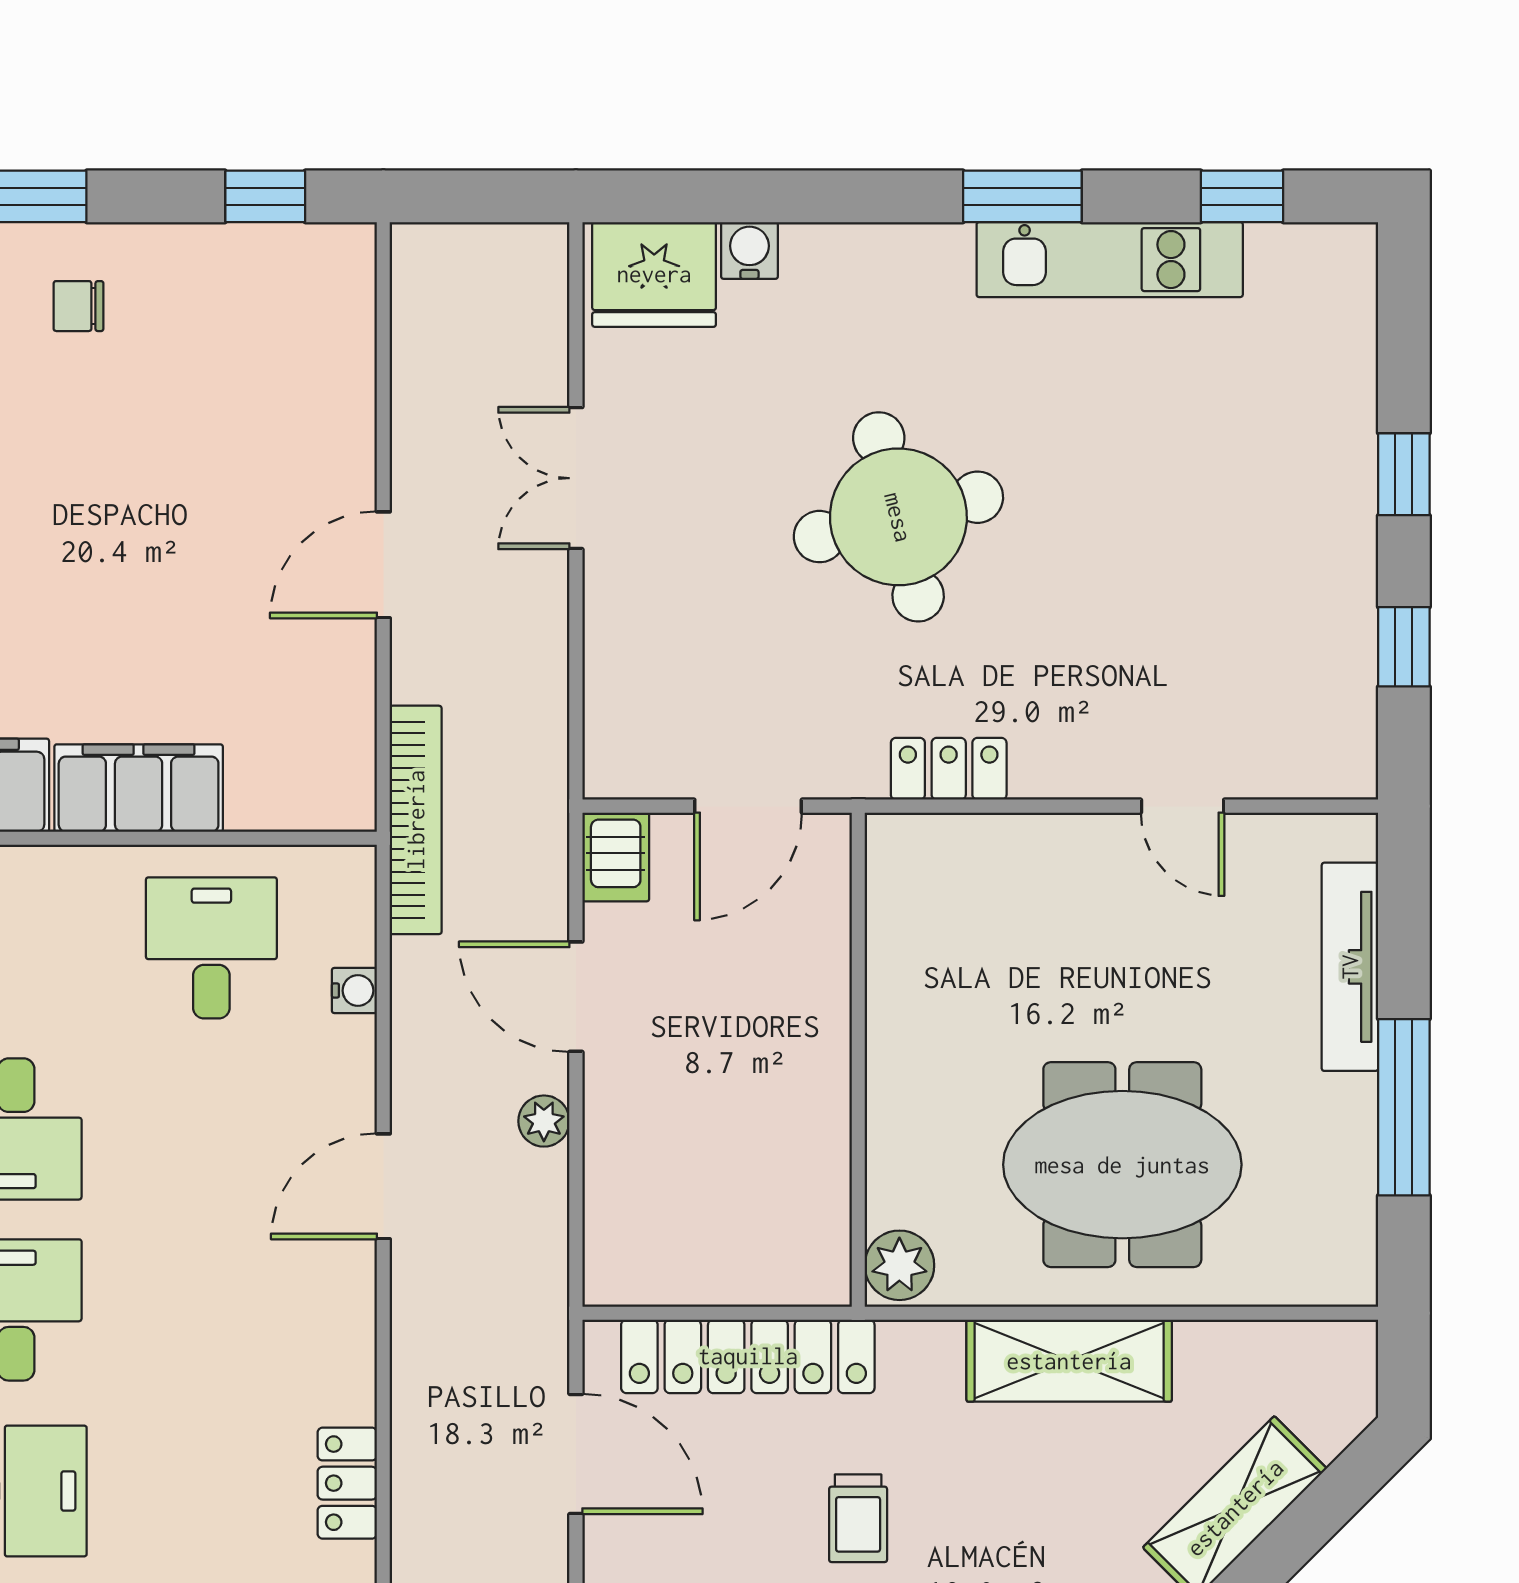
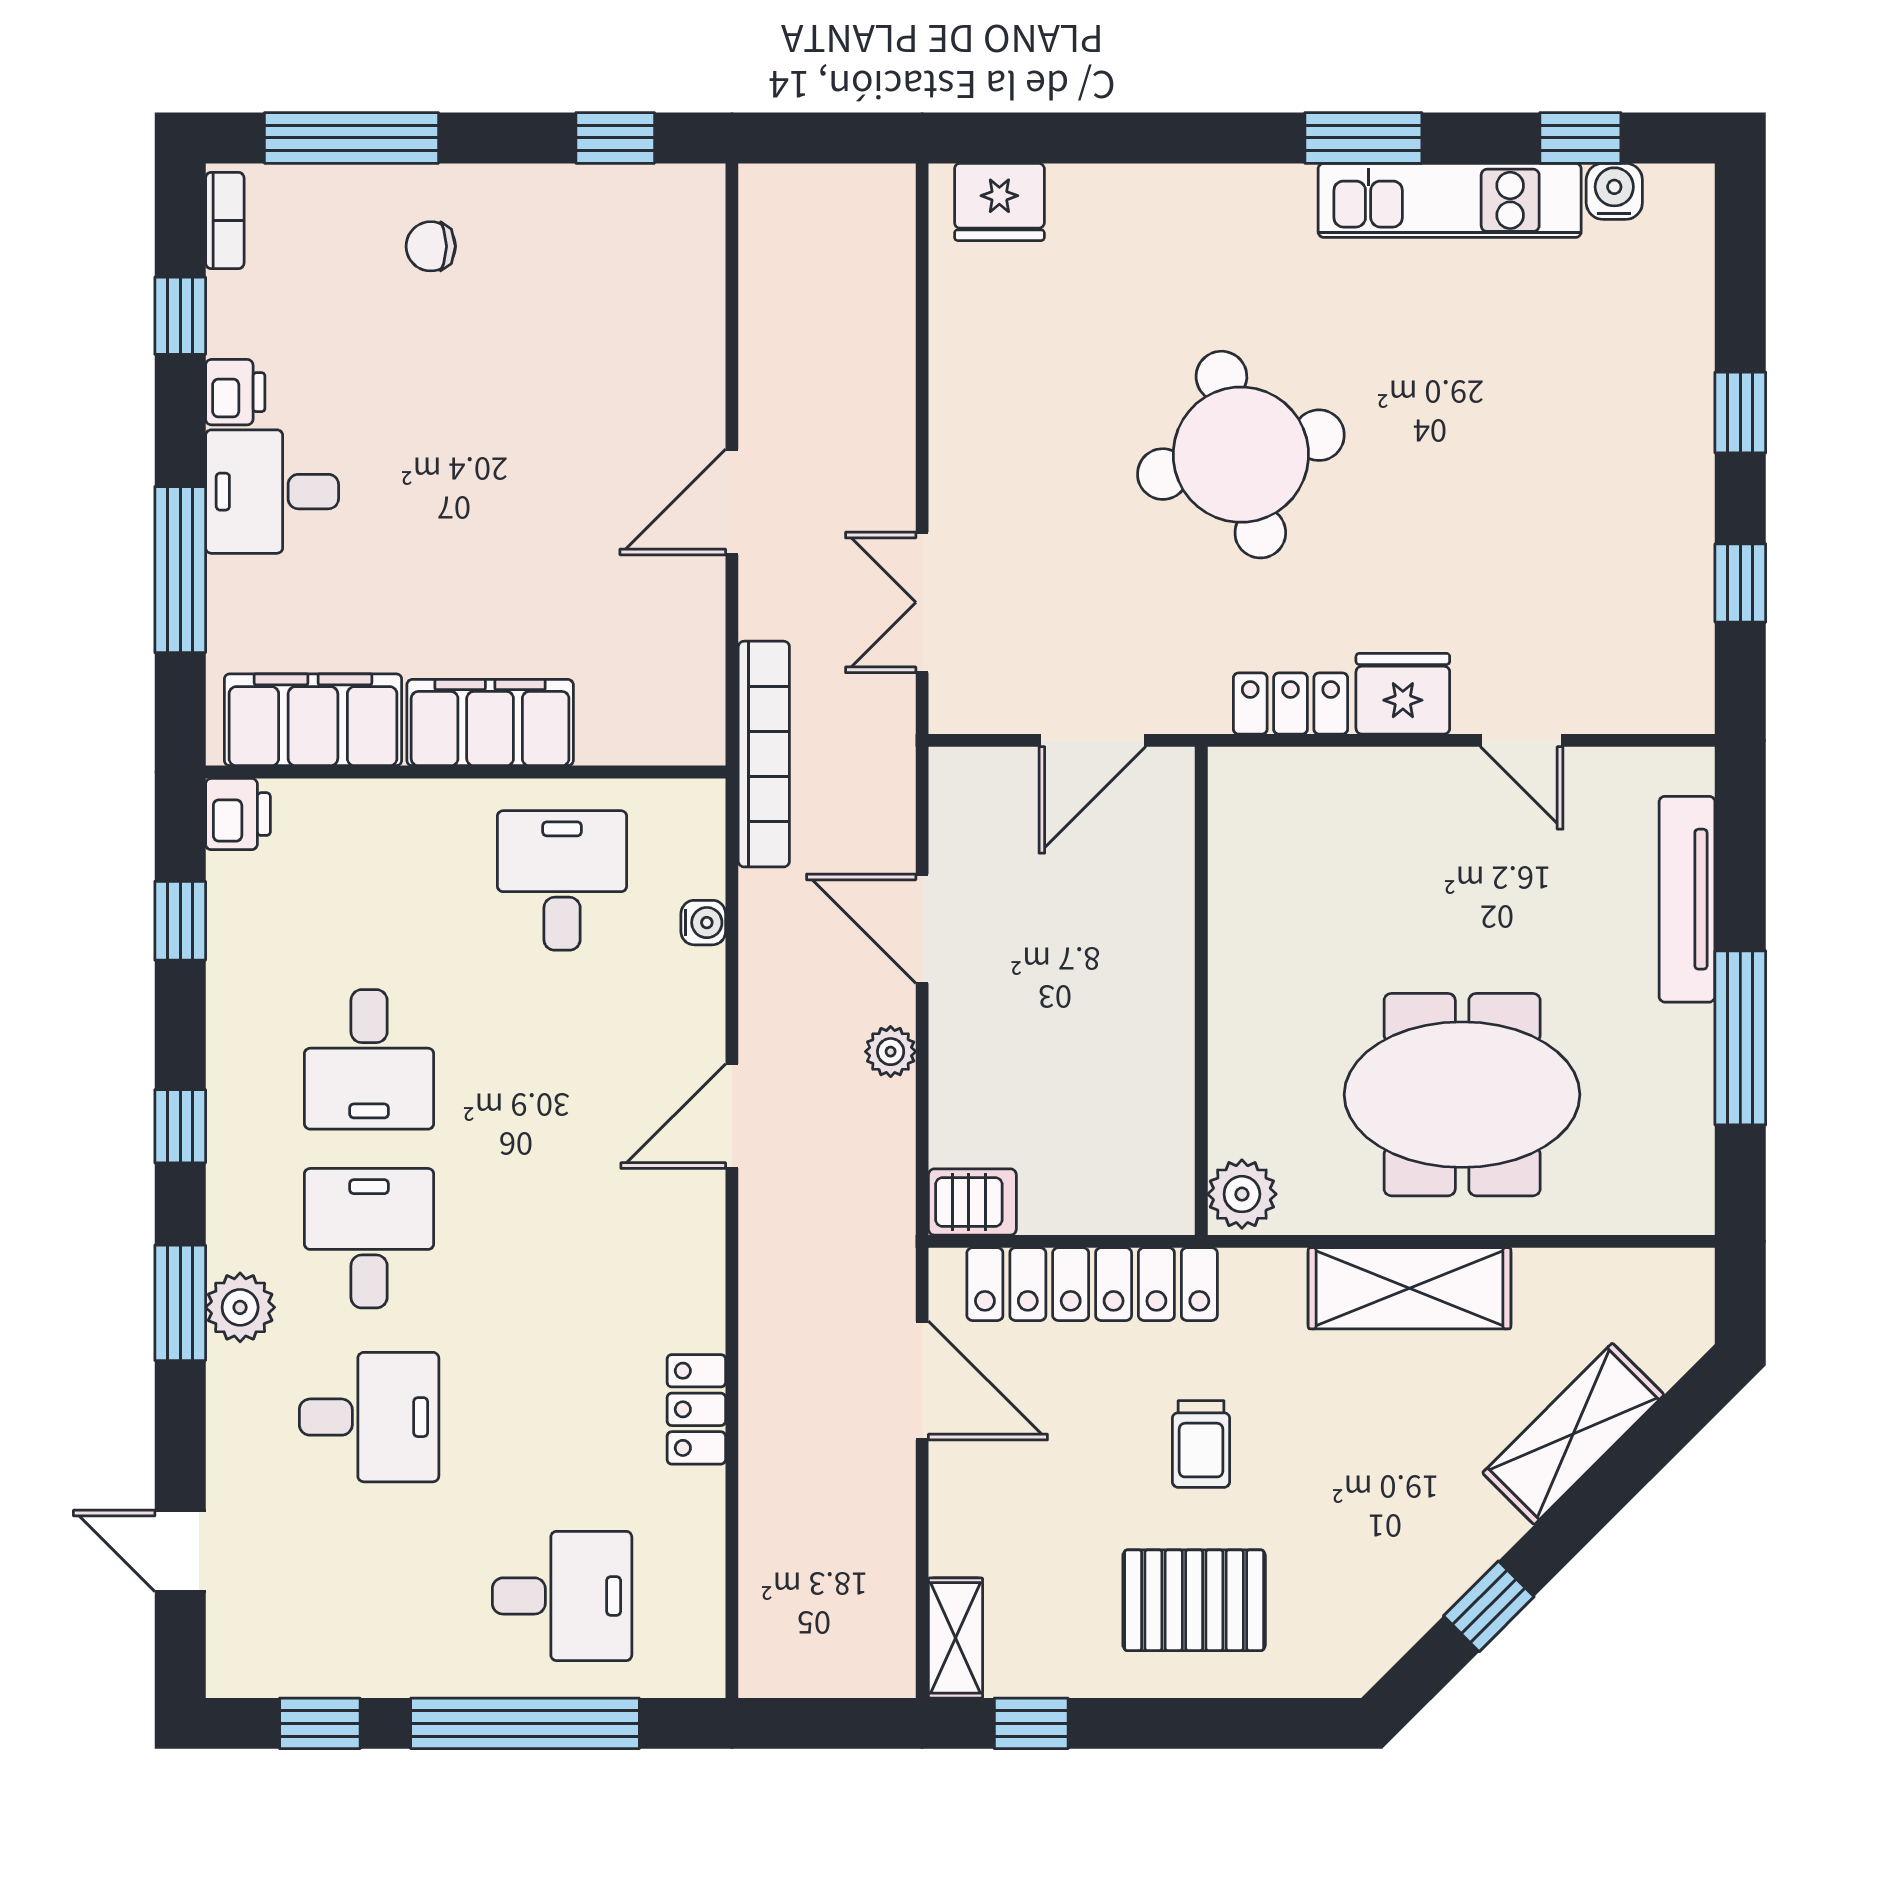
water cooler: (749, 250) -> (1614, 191), moved
fridge: (654, 274) -> (999, 202), width x0.73, depth x0.75
double door: (576, 478) -> (922, 602), moved
fridge: (1062, 759) -> (1403, 694), added
server rack: (616, 857) -> (972, 1202), moved, turned -90

